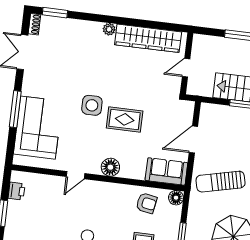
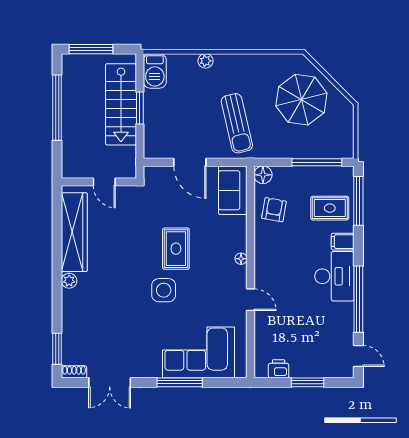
floor lamp: (110, 167) -> (241, 259), width x0.53, depth x0.53

